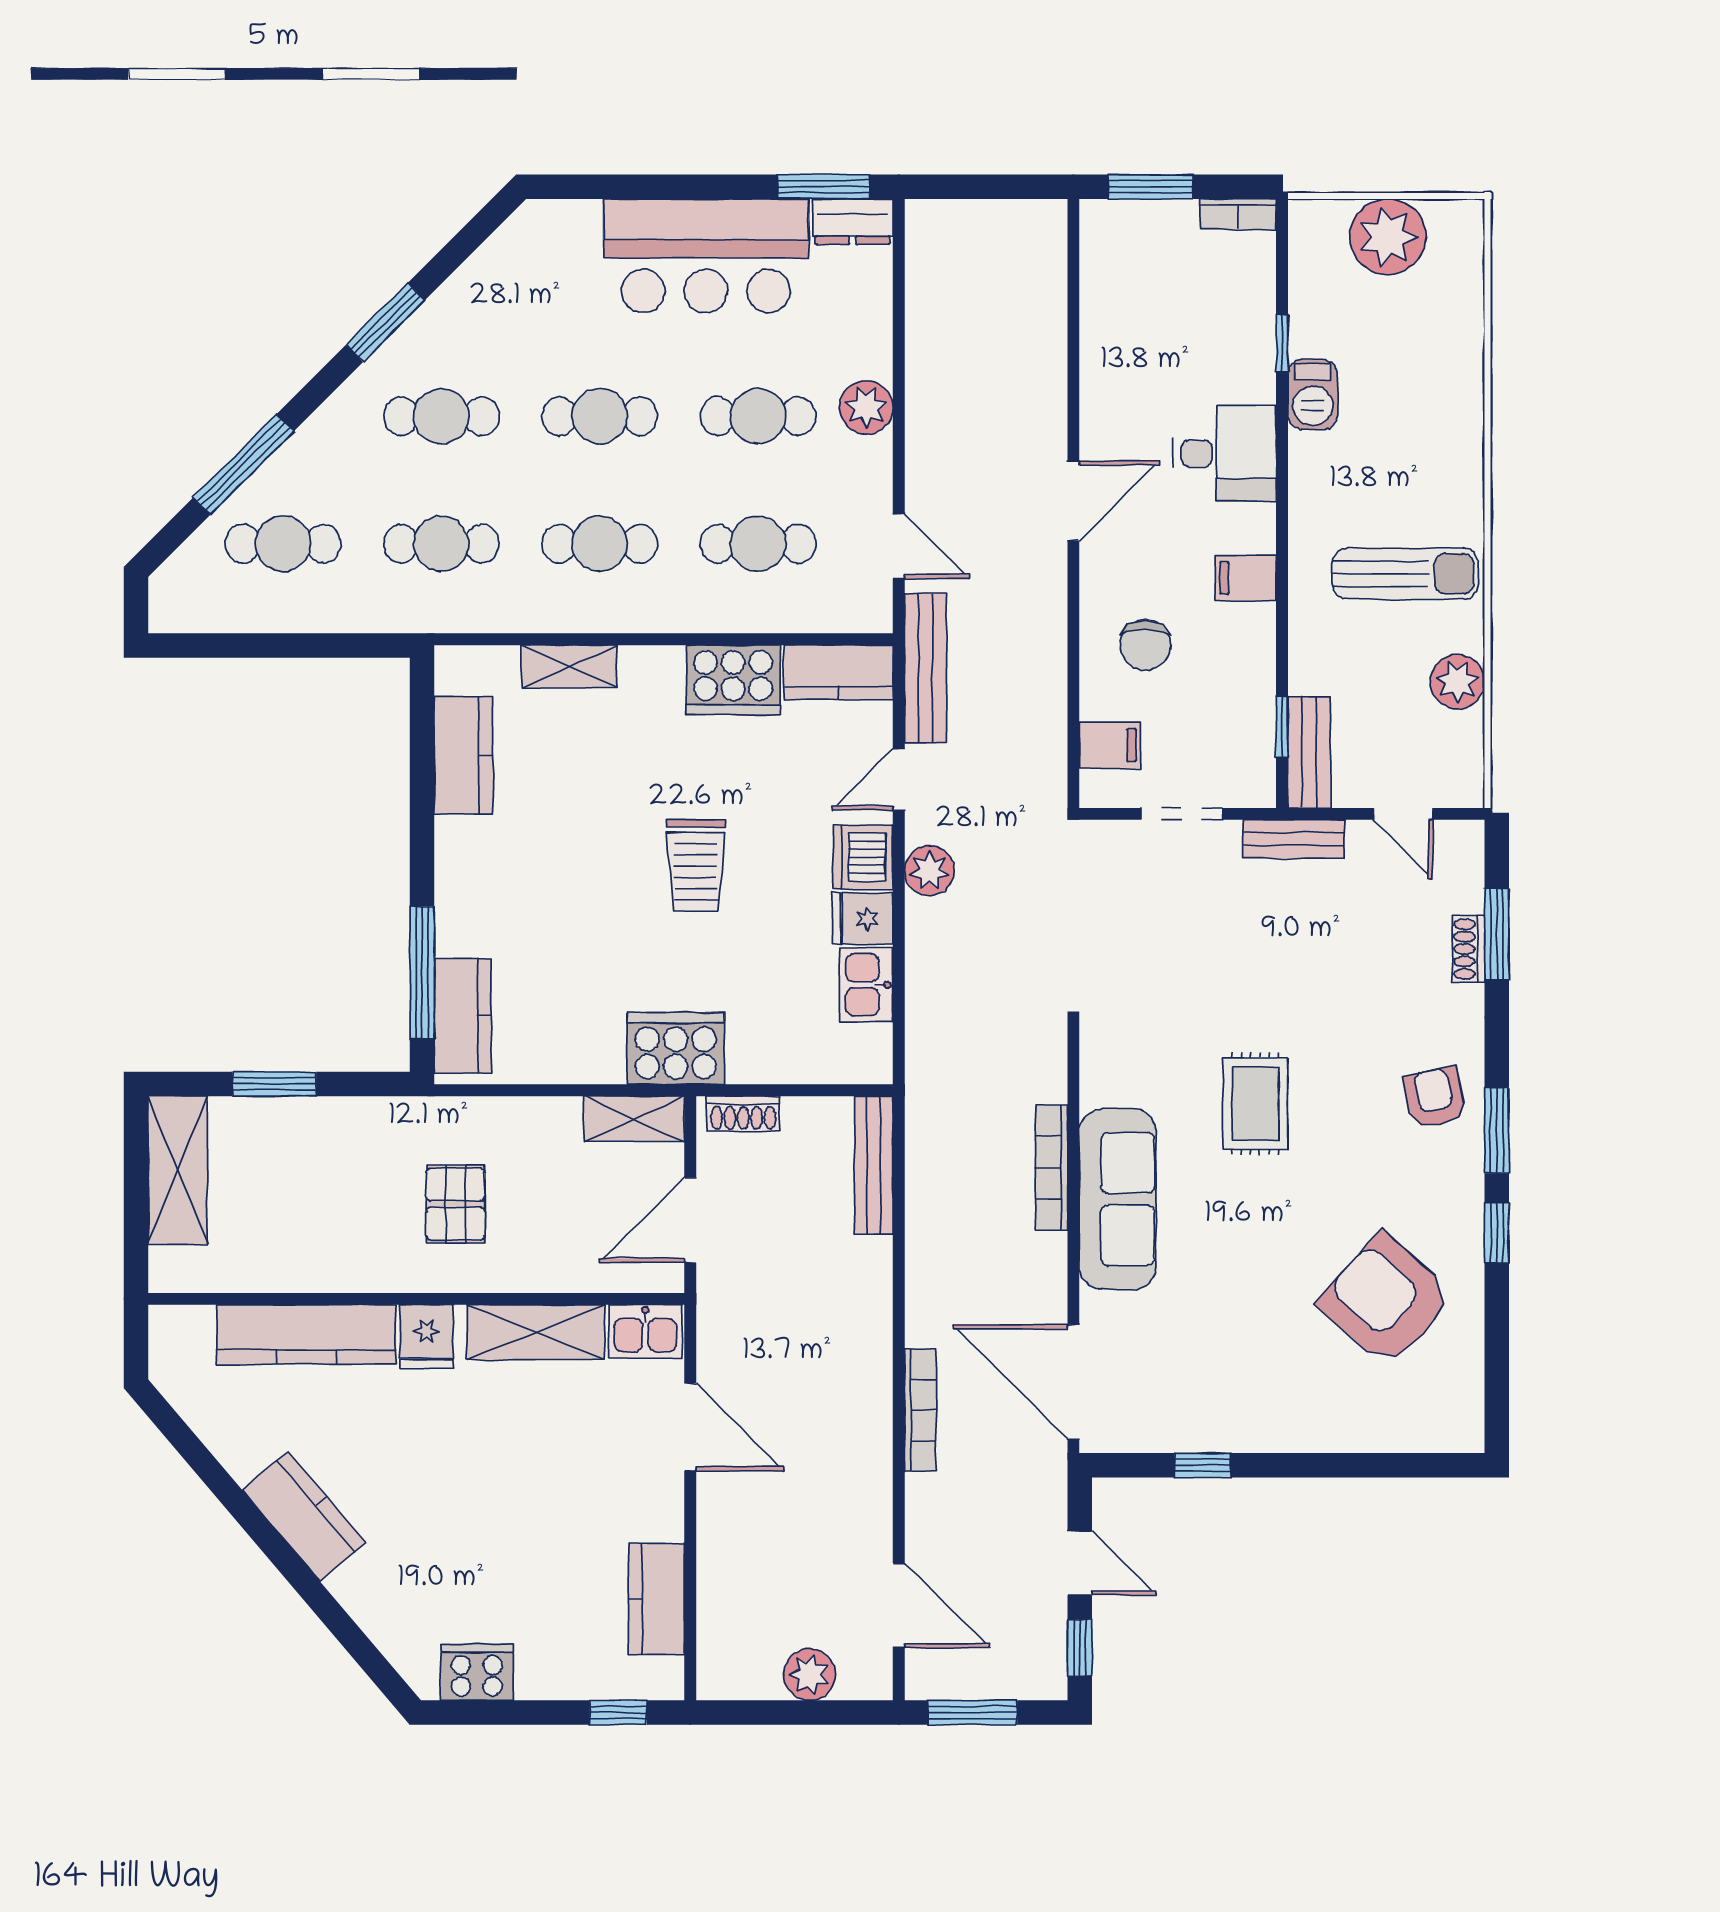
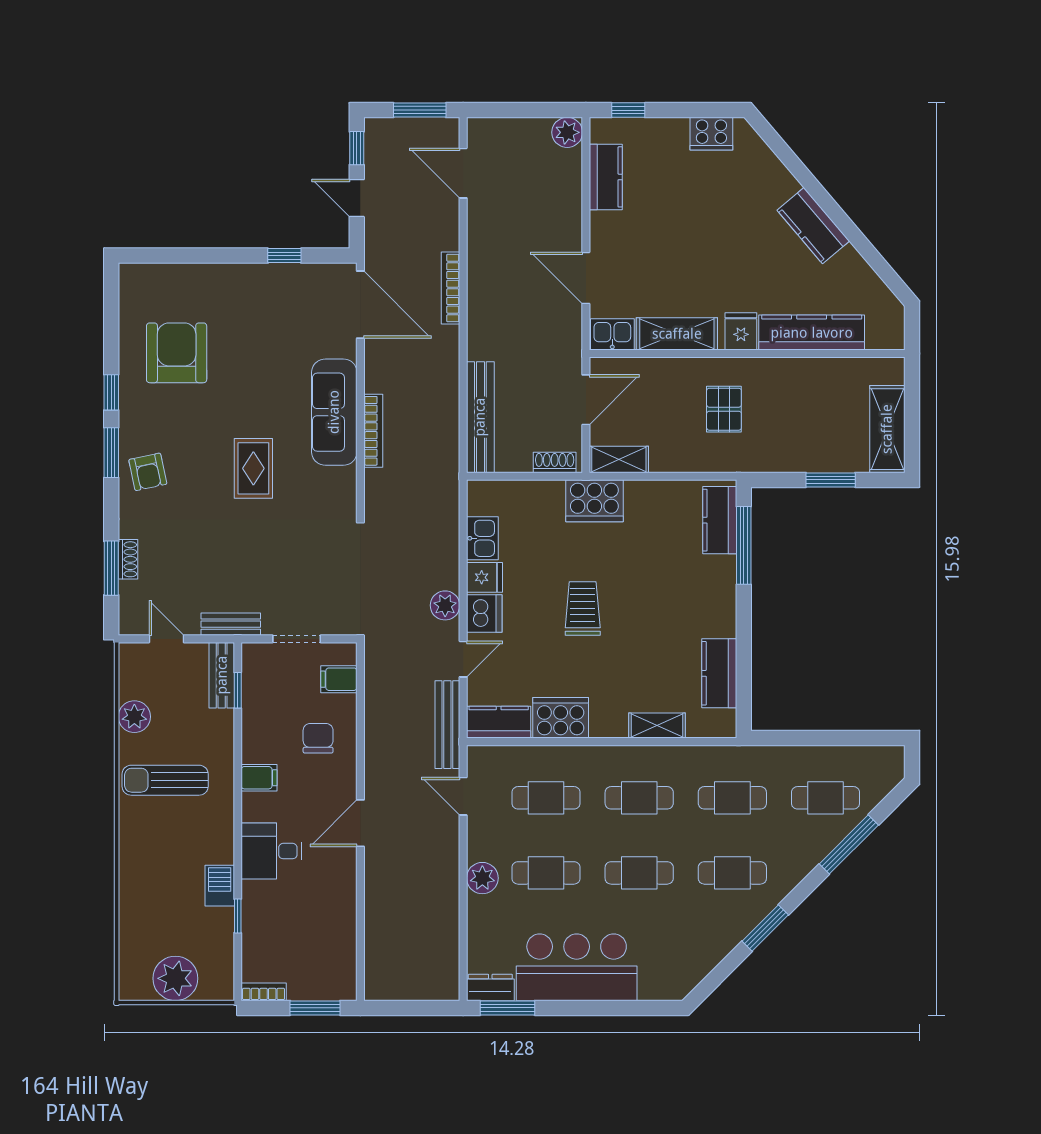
bench: (874, 1165) -> (480, 417), width x1.37, depth x1.21
armchair: (1386, 1300) -> (177, 353), turned -132
plant: (810, 1675) -> (567, 132), moved

